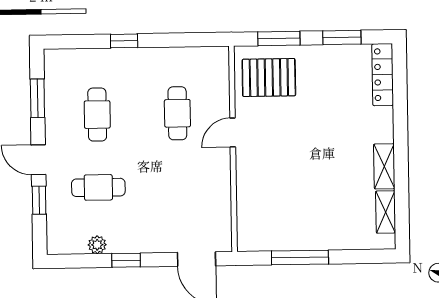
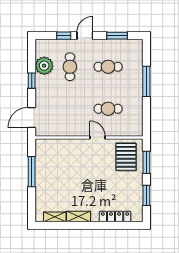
window: (124, 41) -> (146, 81), width x2.17
locker: (383, 75) -> (115, 216), moved
plant: (97, 245) -> (44, 66), width x1.88, depth x1.88

